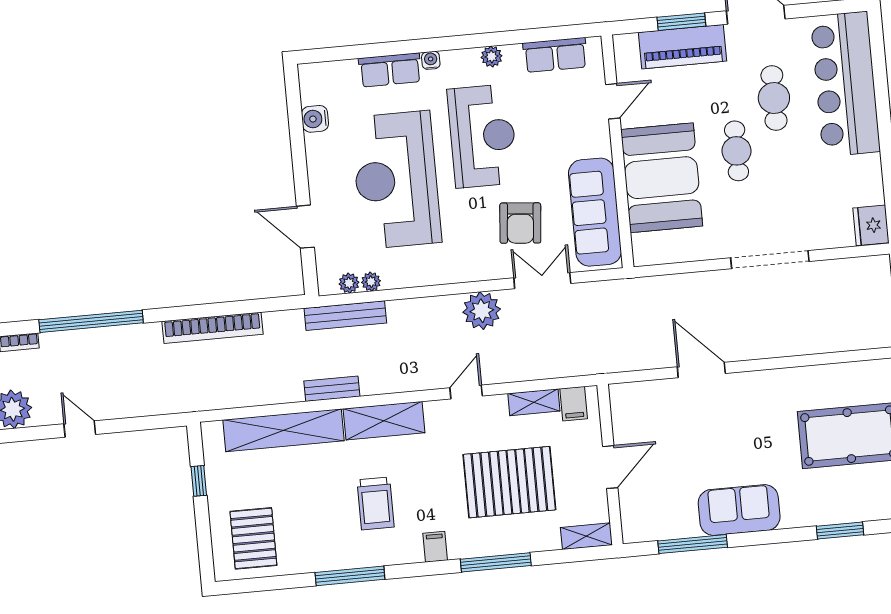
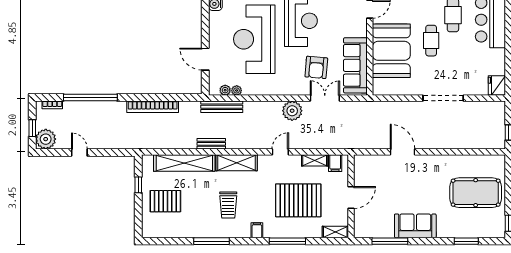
pallet: (253, 538) -> (165, 201), moved, turned 90

